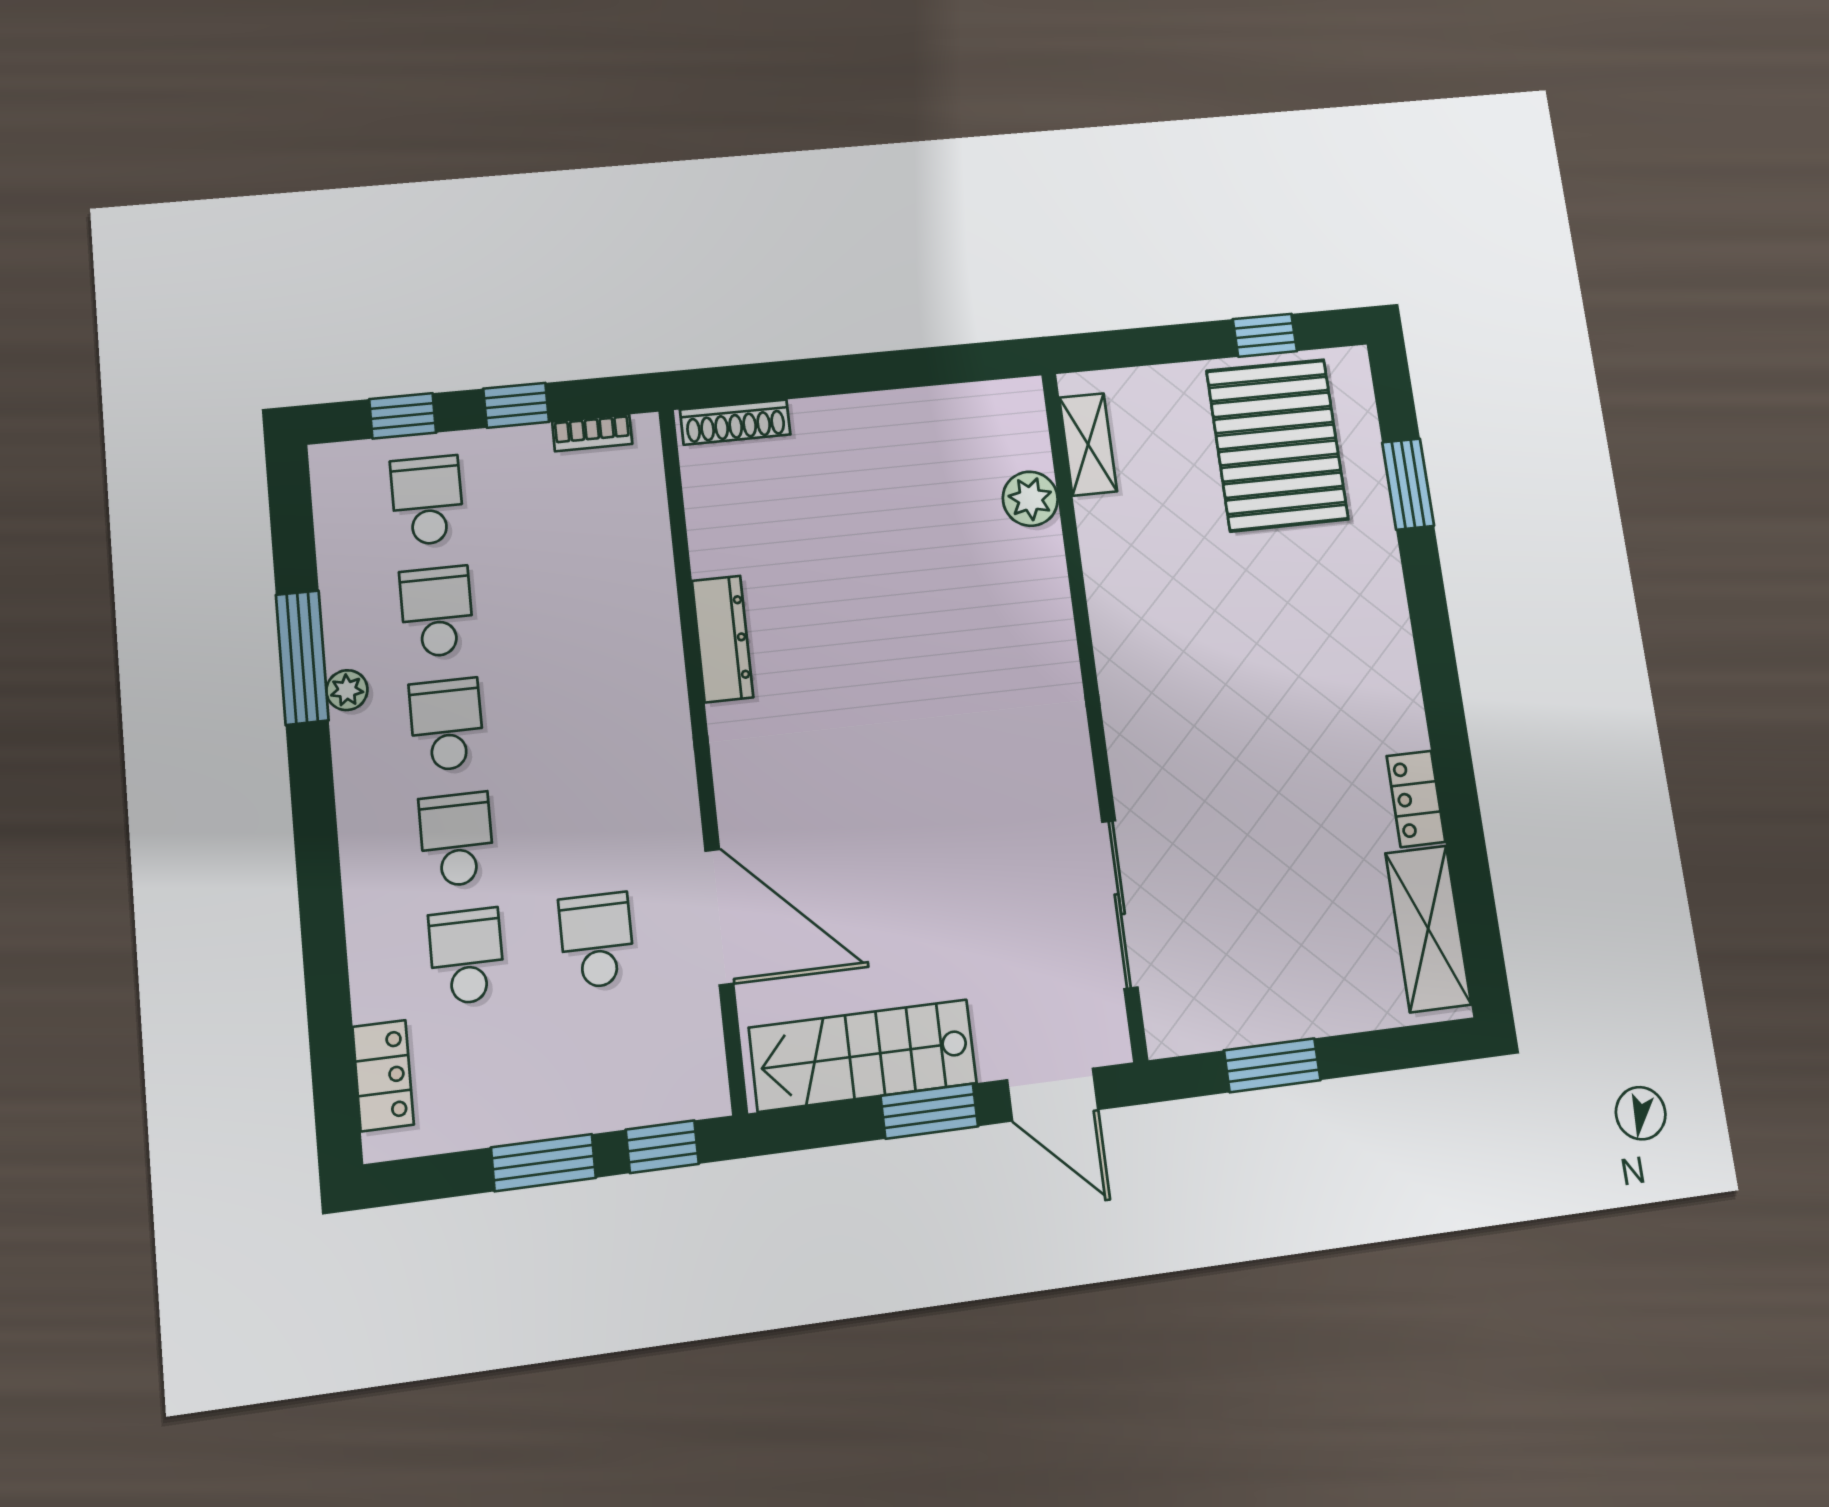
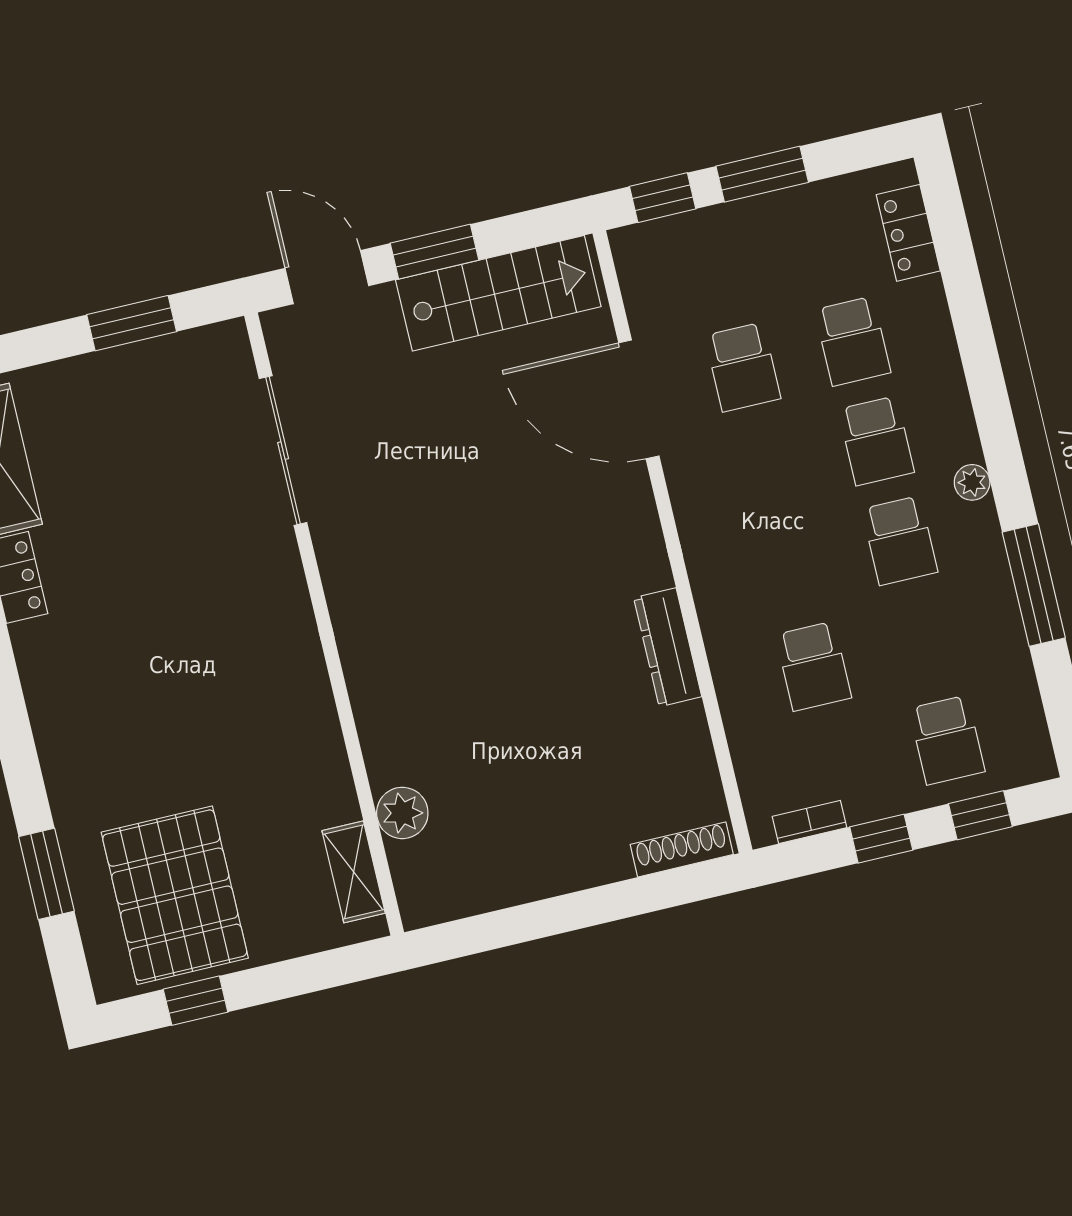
school desk: (437, 612) -> (813, 666), moved
plant: (347, 690) -> (972, 482), moved

